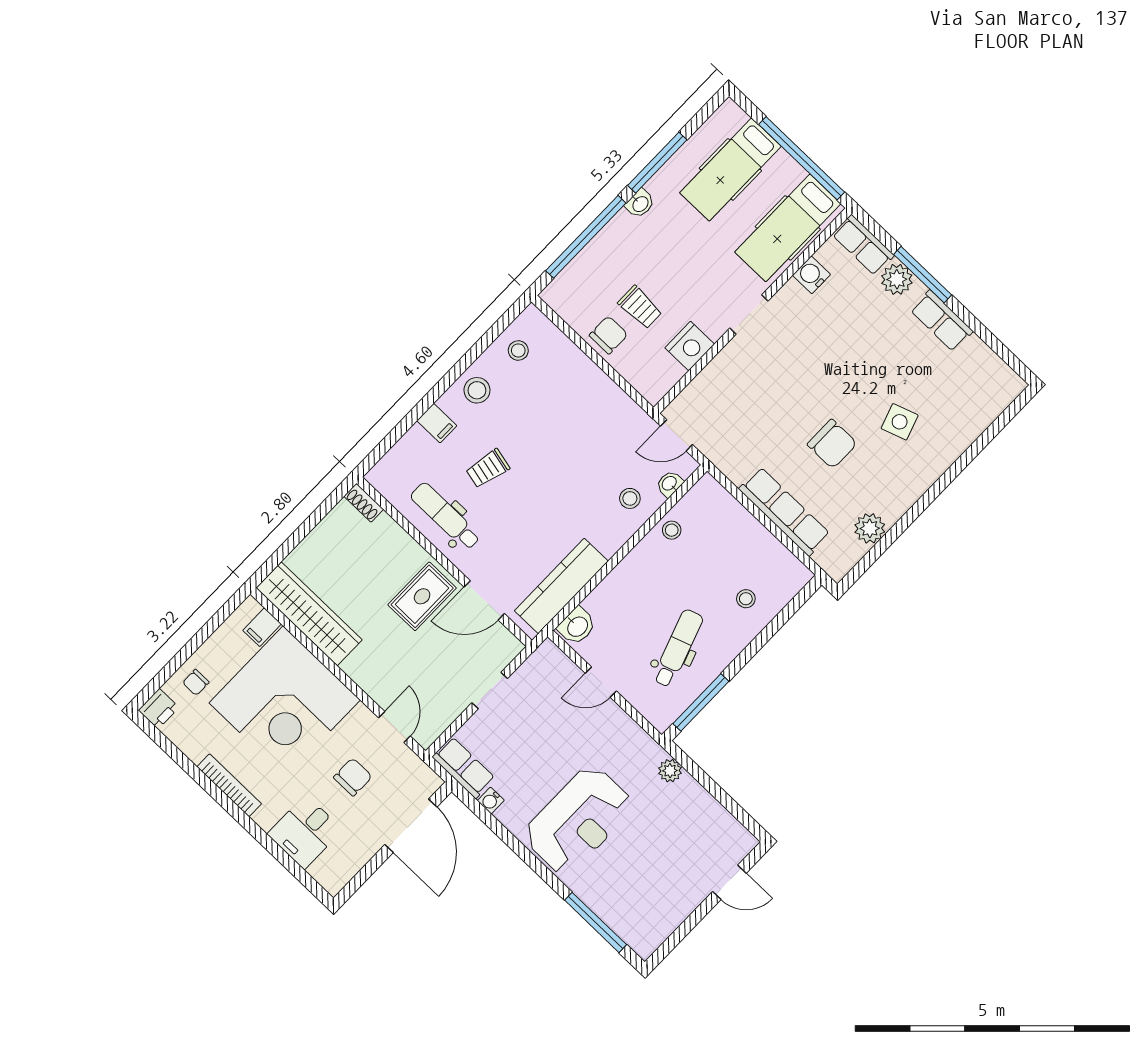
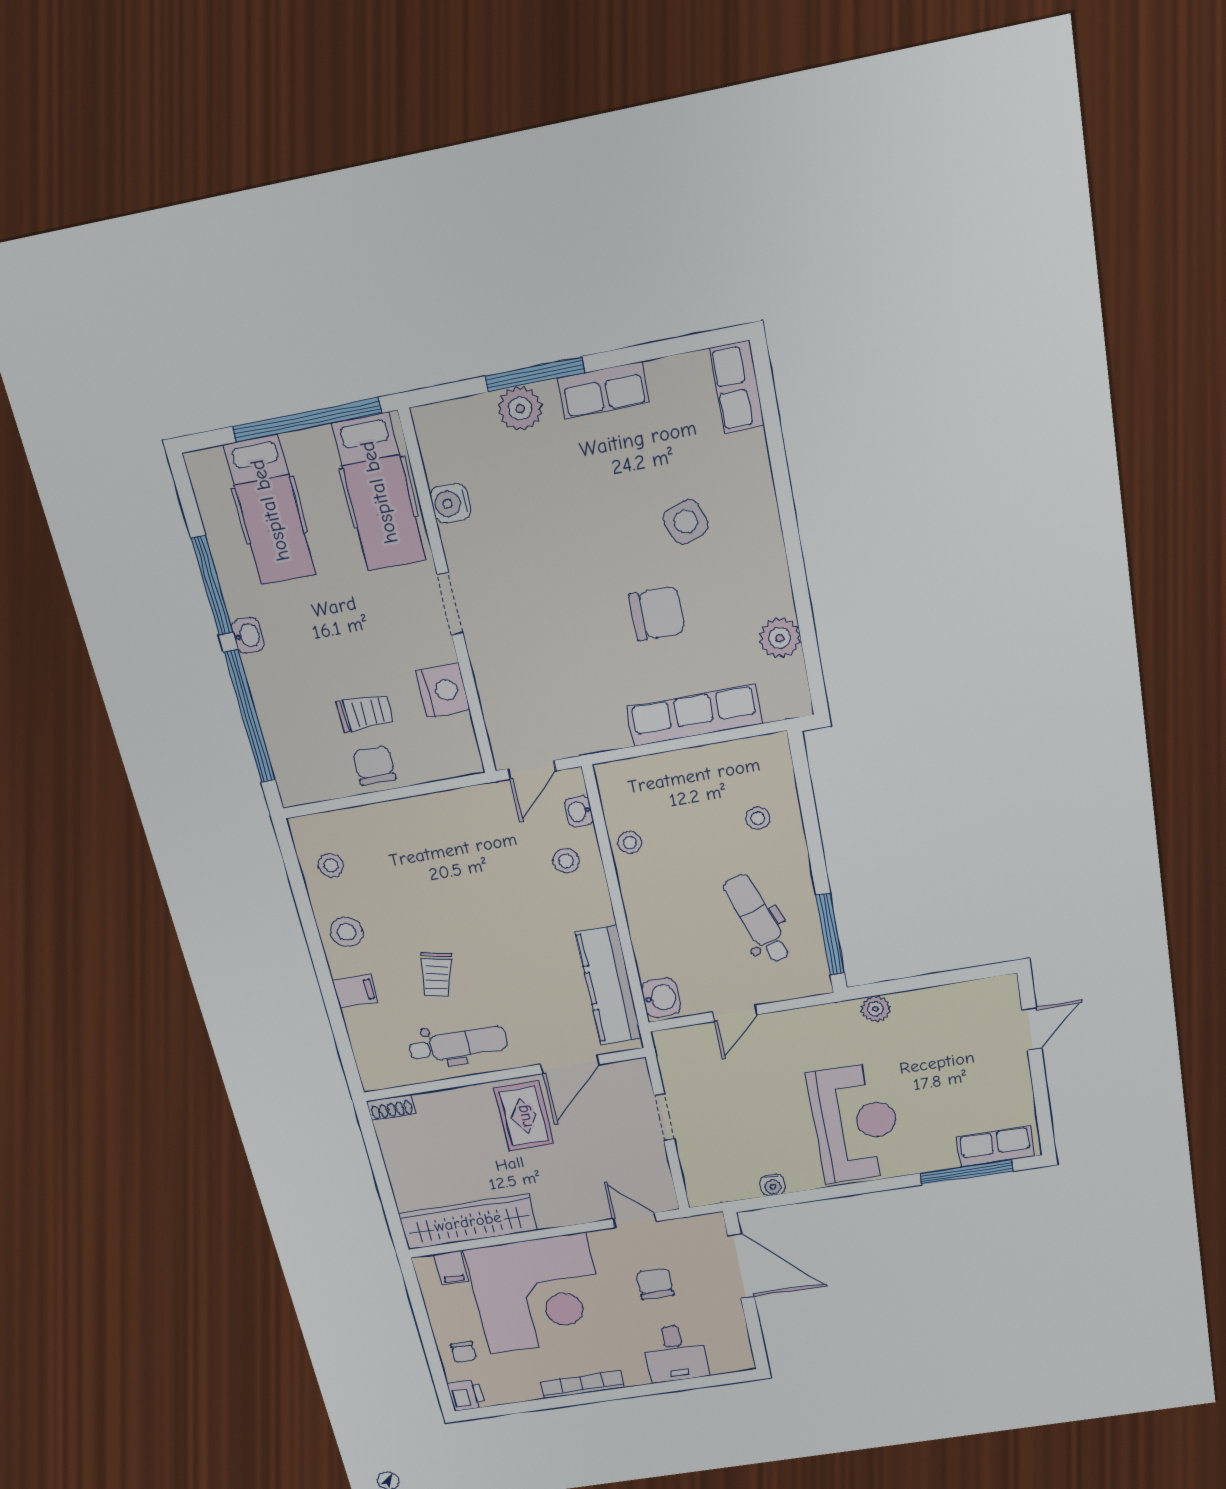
row of seats: (863, 245) -> (737, 387), moved, turned 90
dental chair: (445, 516) -> (458, 1044), turned 180
row of seats: (464, 768) -> (995, 1147), moved

